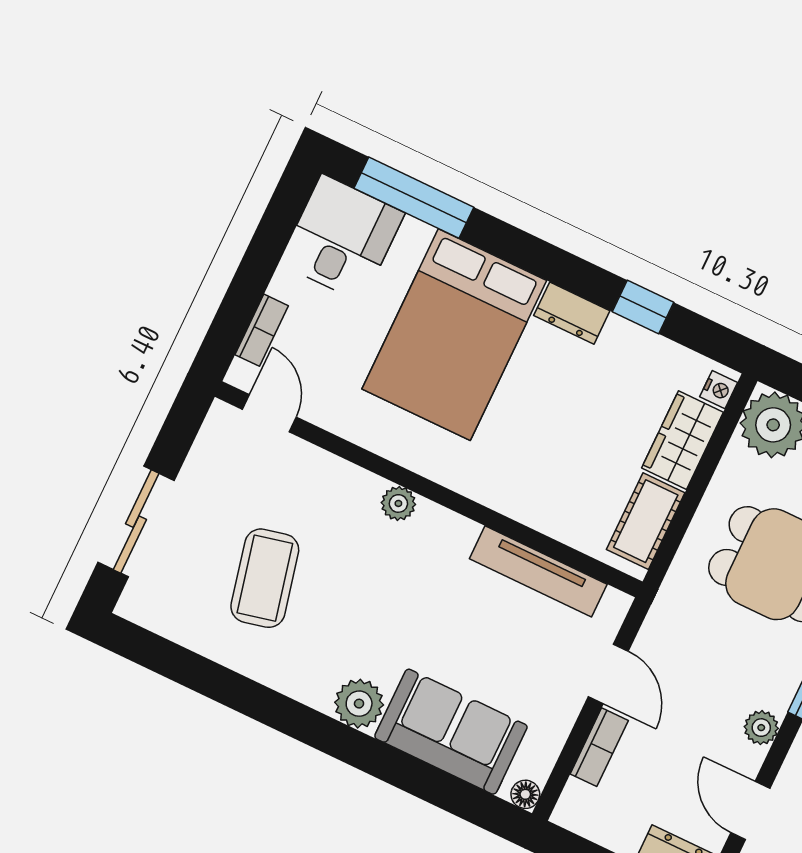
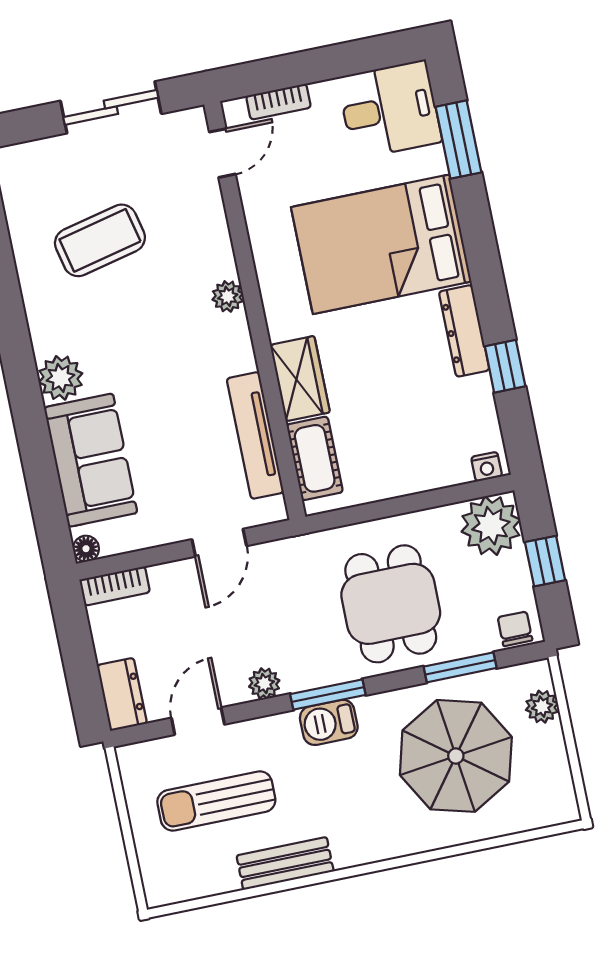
window: (414, 198) -> (458, 140), width x0.69
dresser: (572, 313) -> (464, 331), width x1.44
wardrobe: (682, 440) -> (300, 379), moved, turned 90
cot: (646, 521) -> (315, 458), moved, turned 90
sliding door: (136, 522) -> (111, 107), moved
bookcase: (599, 747) -> (115, 586), moved

